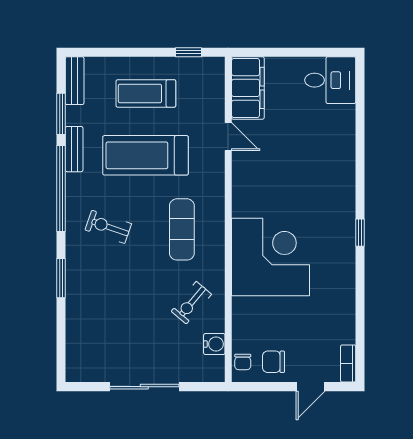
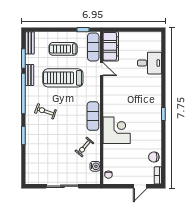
desk: (330, 80) -> (149, 63), moved
exercise mat: (210, 89) -> (93, 47), added
exercise mat: (182, 229) -> (93, 116), moved
corner desk: (270, 257) -> (117, 130), width x0.74, depth x0.74
chair: (274, 362) -> (154, 157), moved

